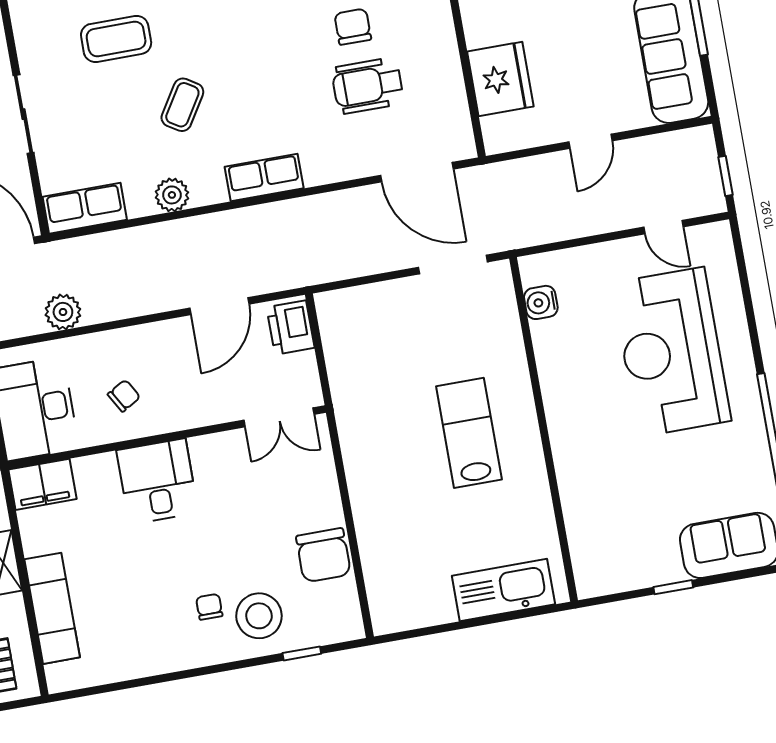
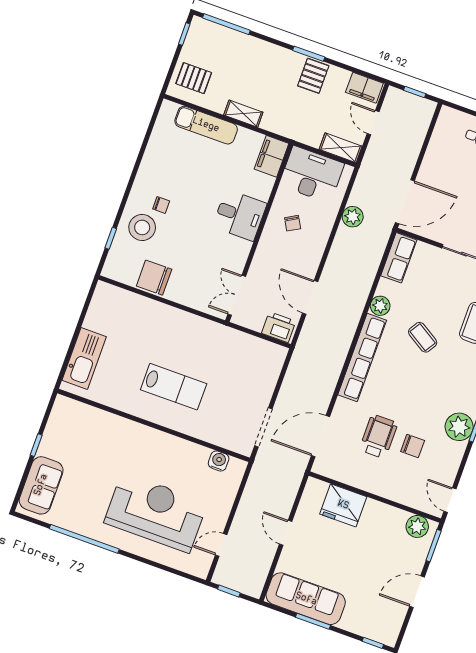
row of seats: (264, 178) -> (362, 357), width x2.02

